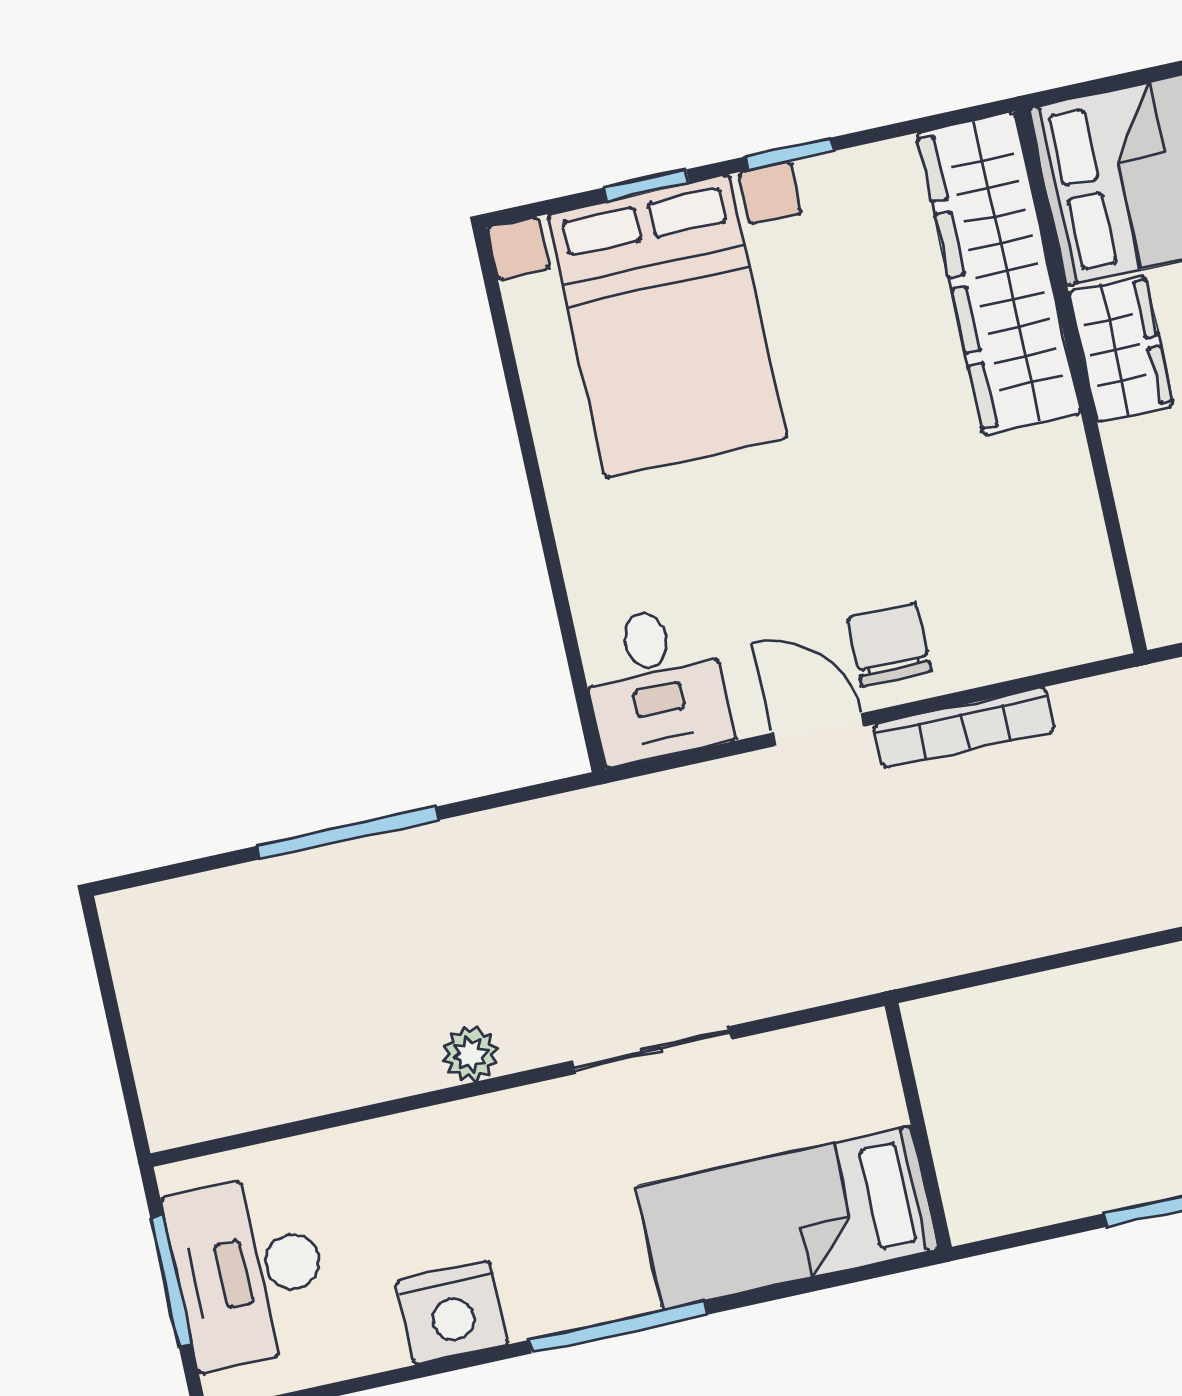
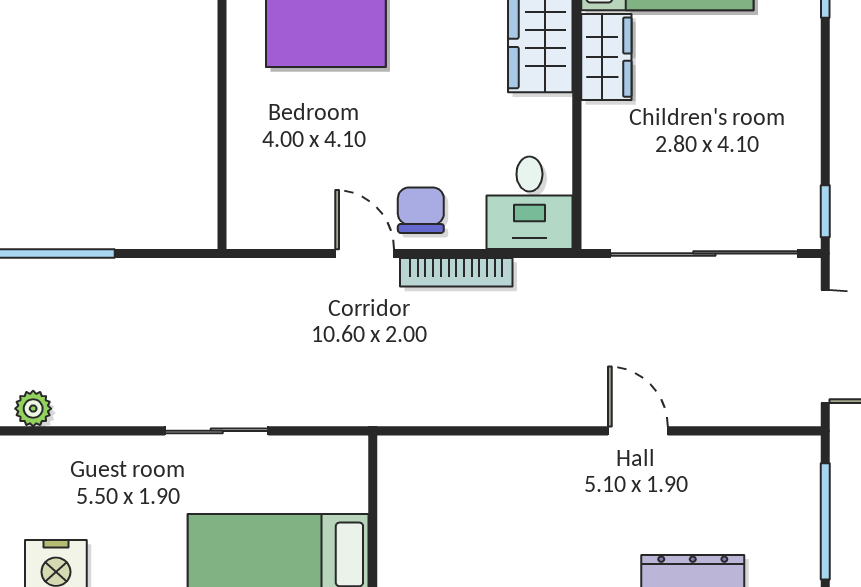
desk: (655, 684) -> (529, 203), moved
plant: (470, 1054) -> (33, 409), moved

